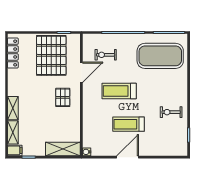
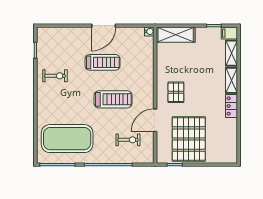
locker: (13, 53) -> (232, 106), moved, width x0.66

